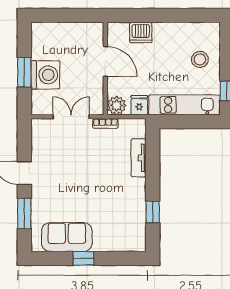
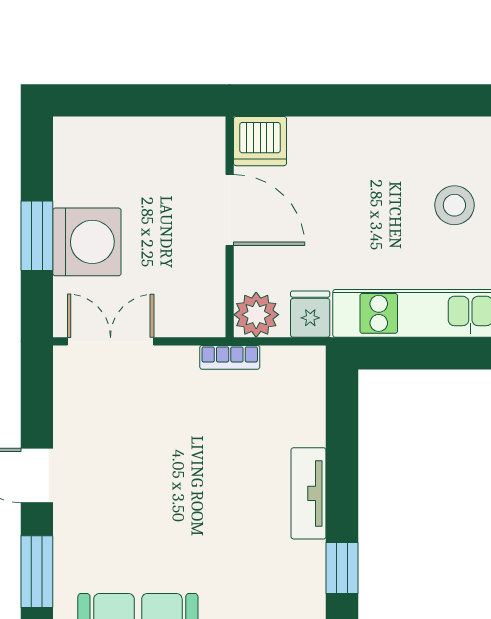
dishwasher: (141, 33) -> (260, 141), moved
double door: (71, 117) -> (111, 341), moved
tv unit: (139, 158) -> (309, 493), moved

